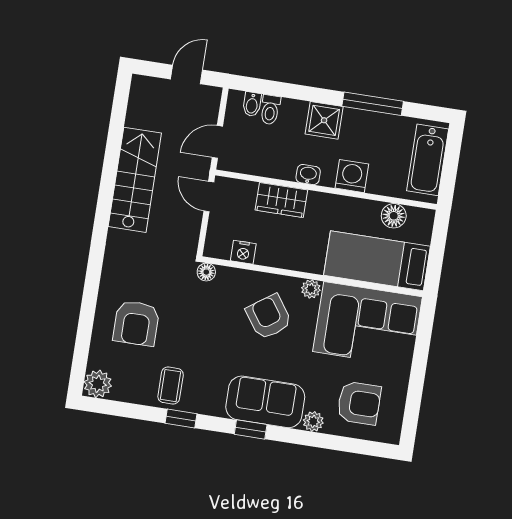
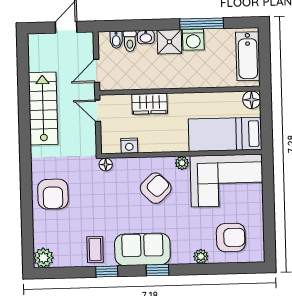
washbasin: (308, 175) -> (146, 37), moved, turned 180
washing machine: (352, 176) -> (193, 40), moved, turned 180
floor lamp: (394, 216) -> (252, 100), moved
armchair: (269, 317) -> (156, 188), turned 81
armchair: (136, 323) -> (53, 194), moved
sofa: (265, 402) -> (142, 249), moved

